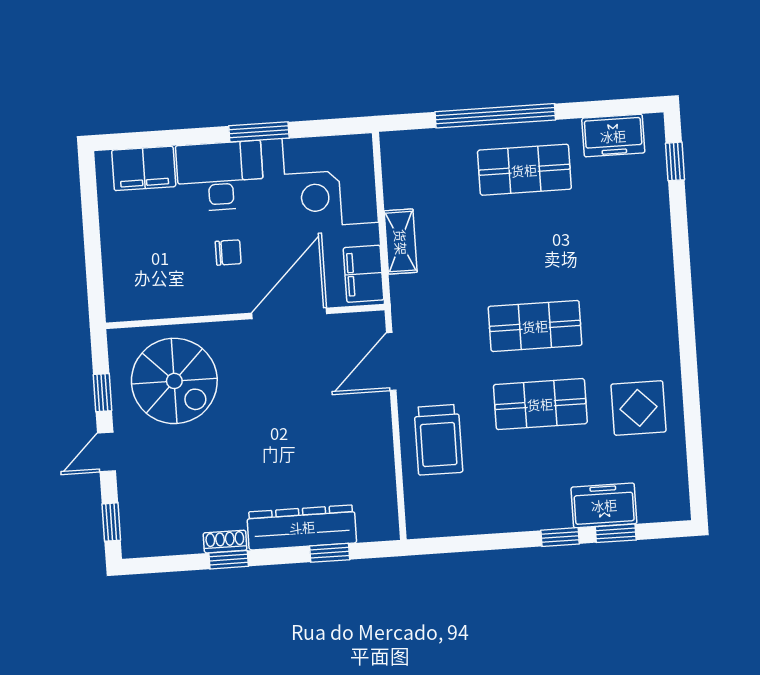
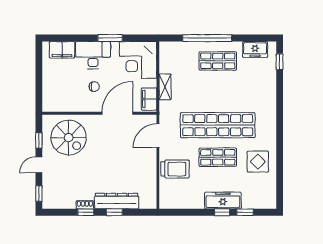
shop shelf: (535, 326) -> (218, 125), width x2.00, depth x1.36
trolley: (438, 440) -> (175, 169), turned -90
freezer: (604, 505) -> (223, 201), moved, width x1.40
window: (330, 553) -> (114, 212), moved

